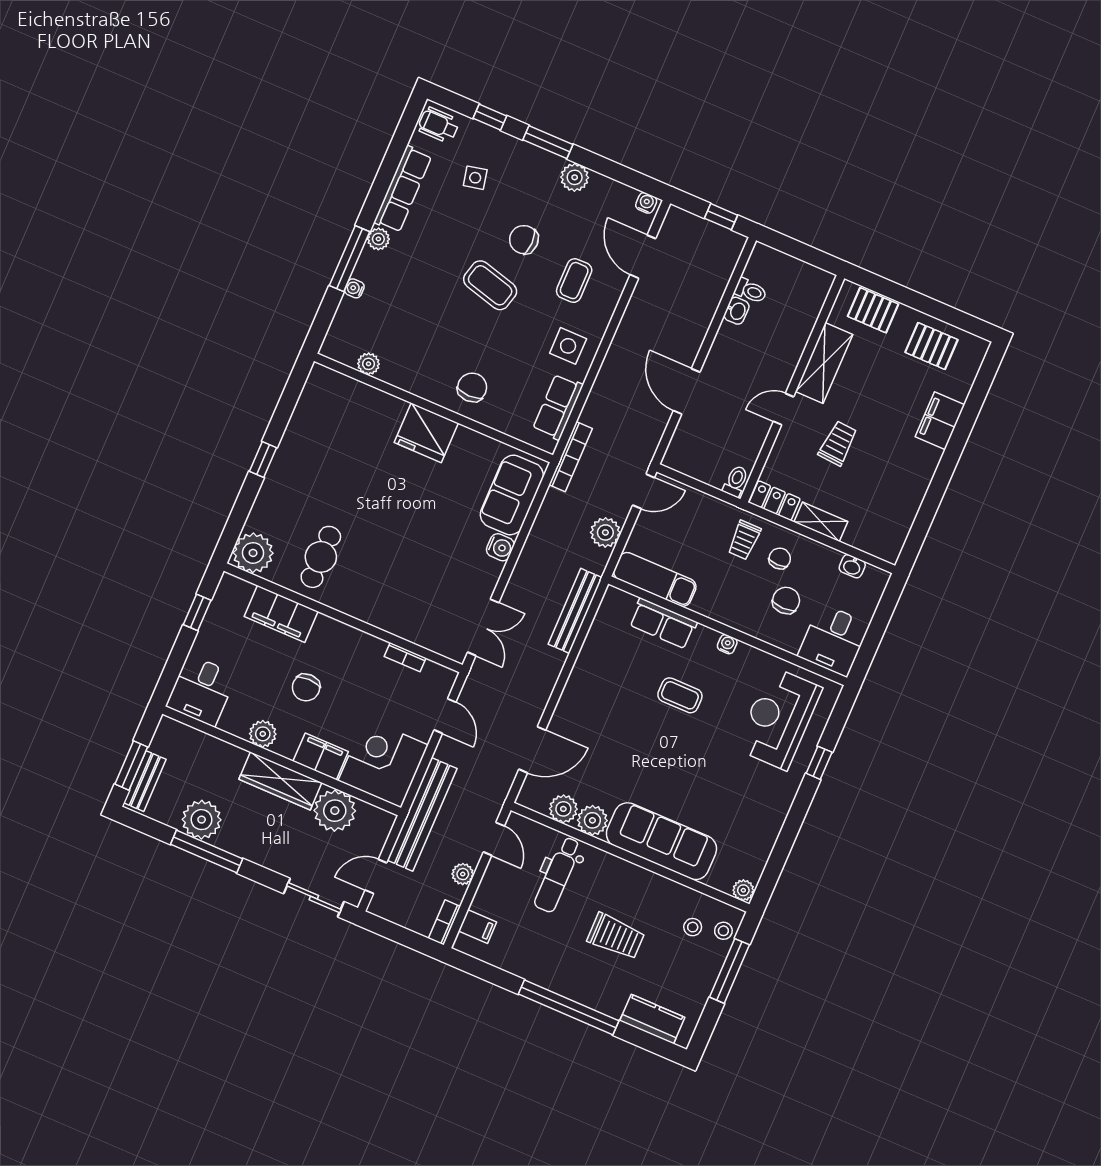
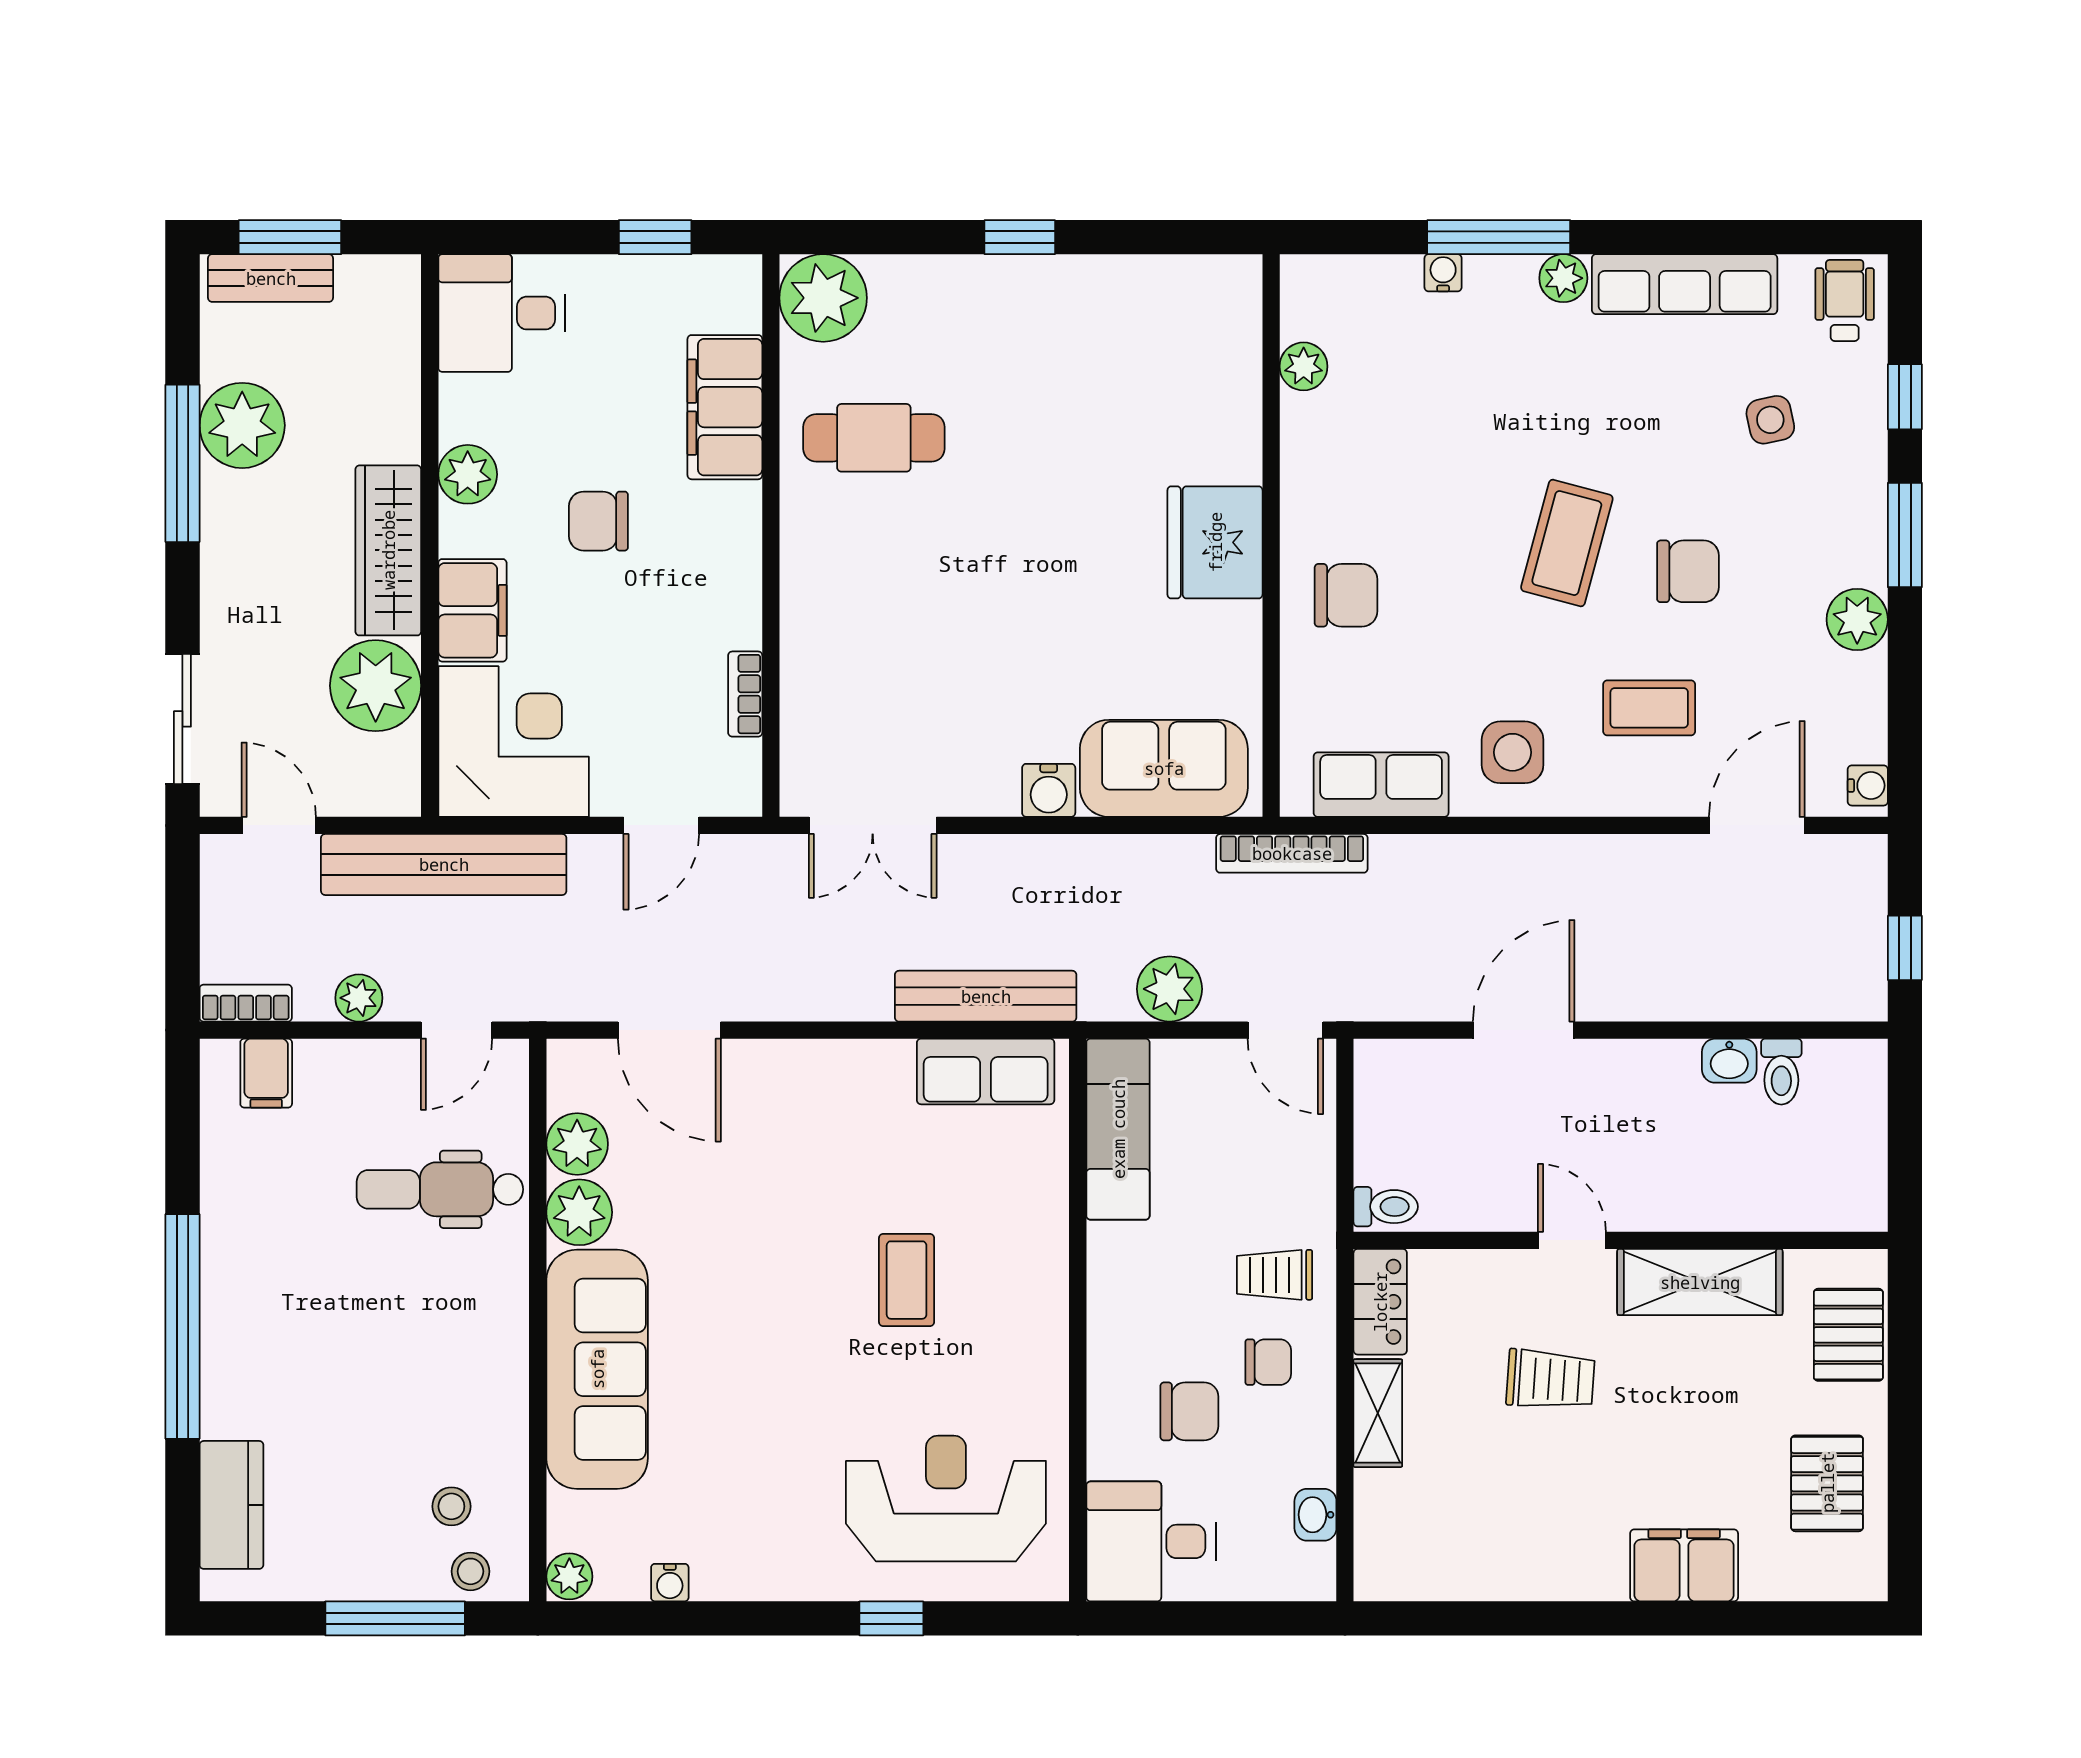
chair: (524, 240) -> (1688, 571), turned 90
row of seats: (663, 623) -> (986, 1071), moved, turned -90
water cooler: (727, 644) -> (670, 1583), moved, turned 90
trolley: (616, 936) -> (366, 1360), removed

